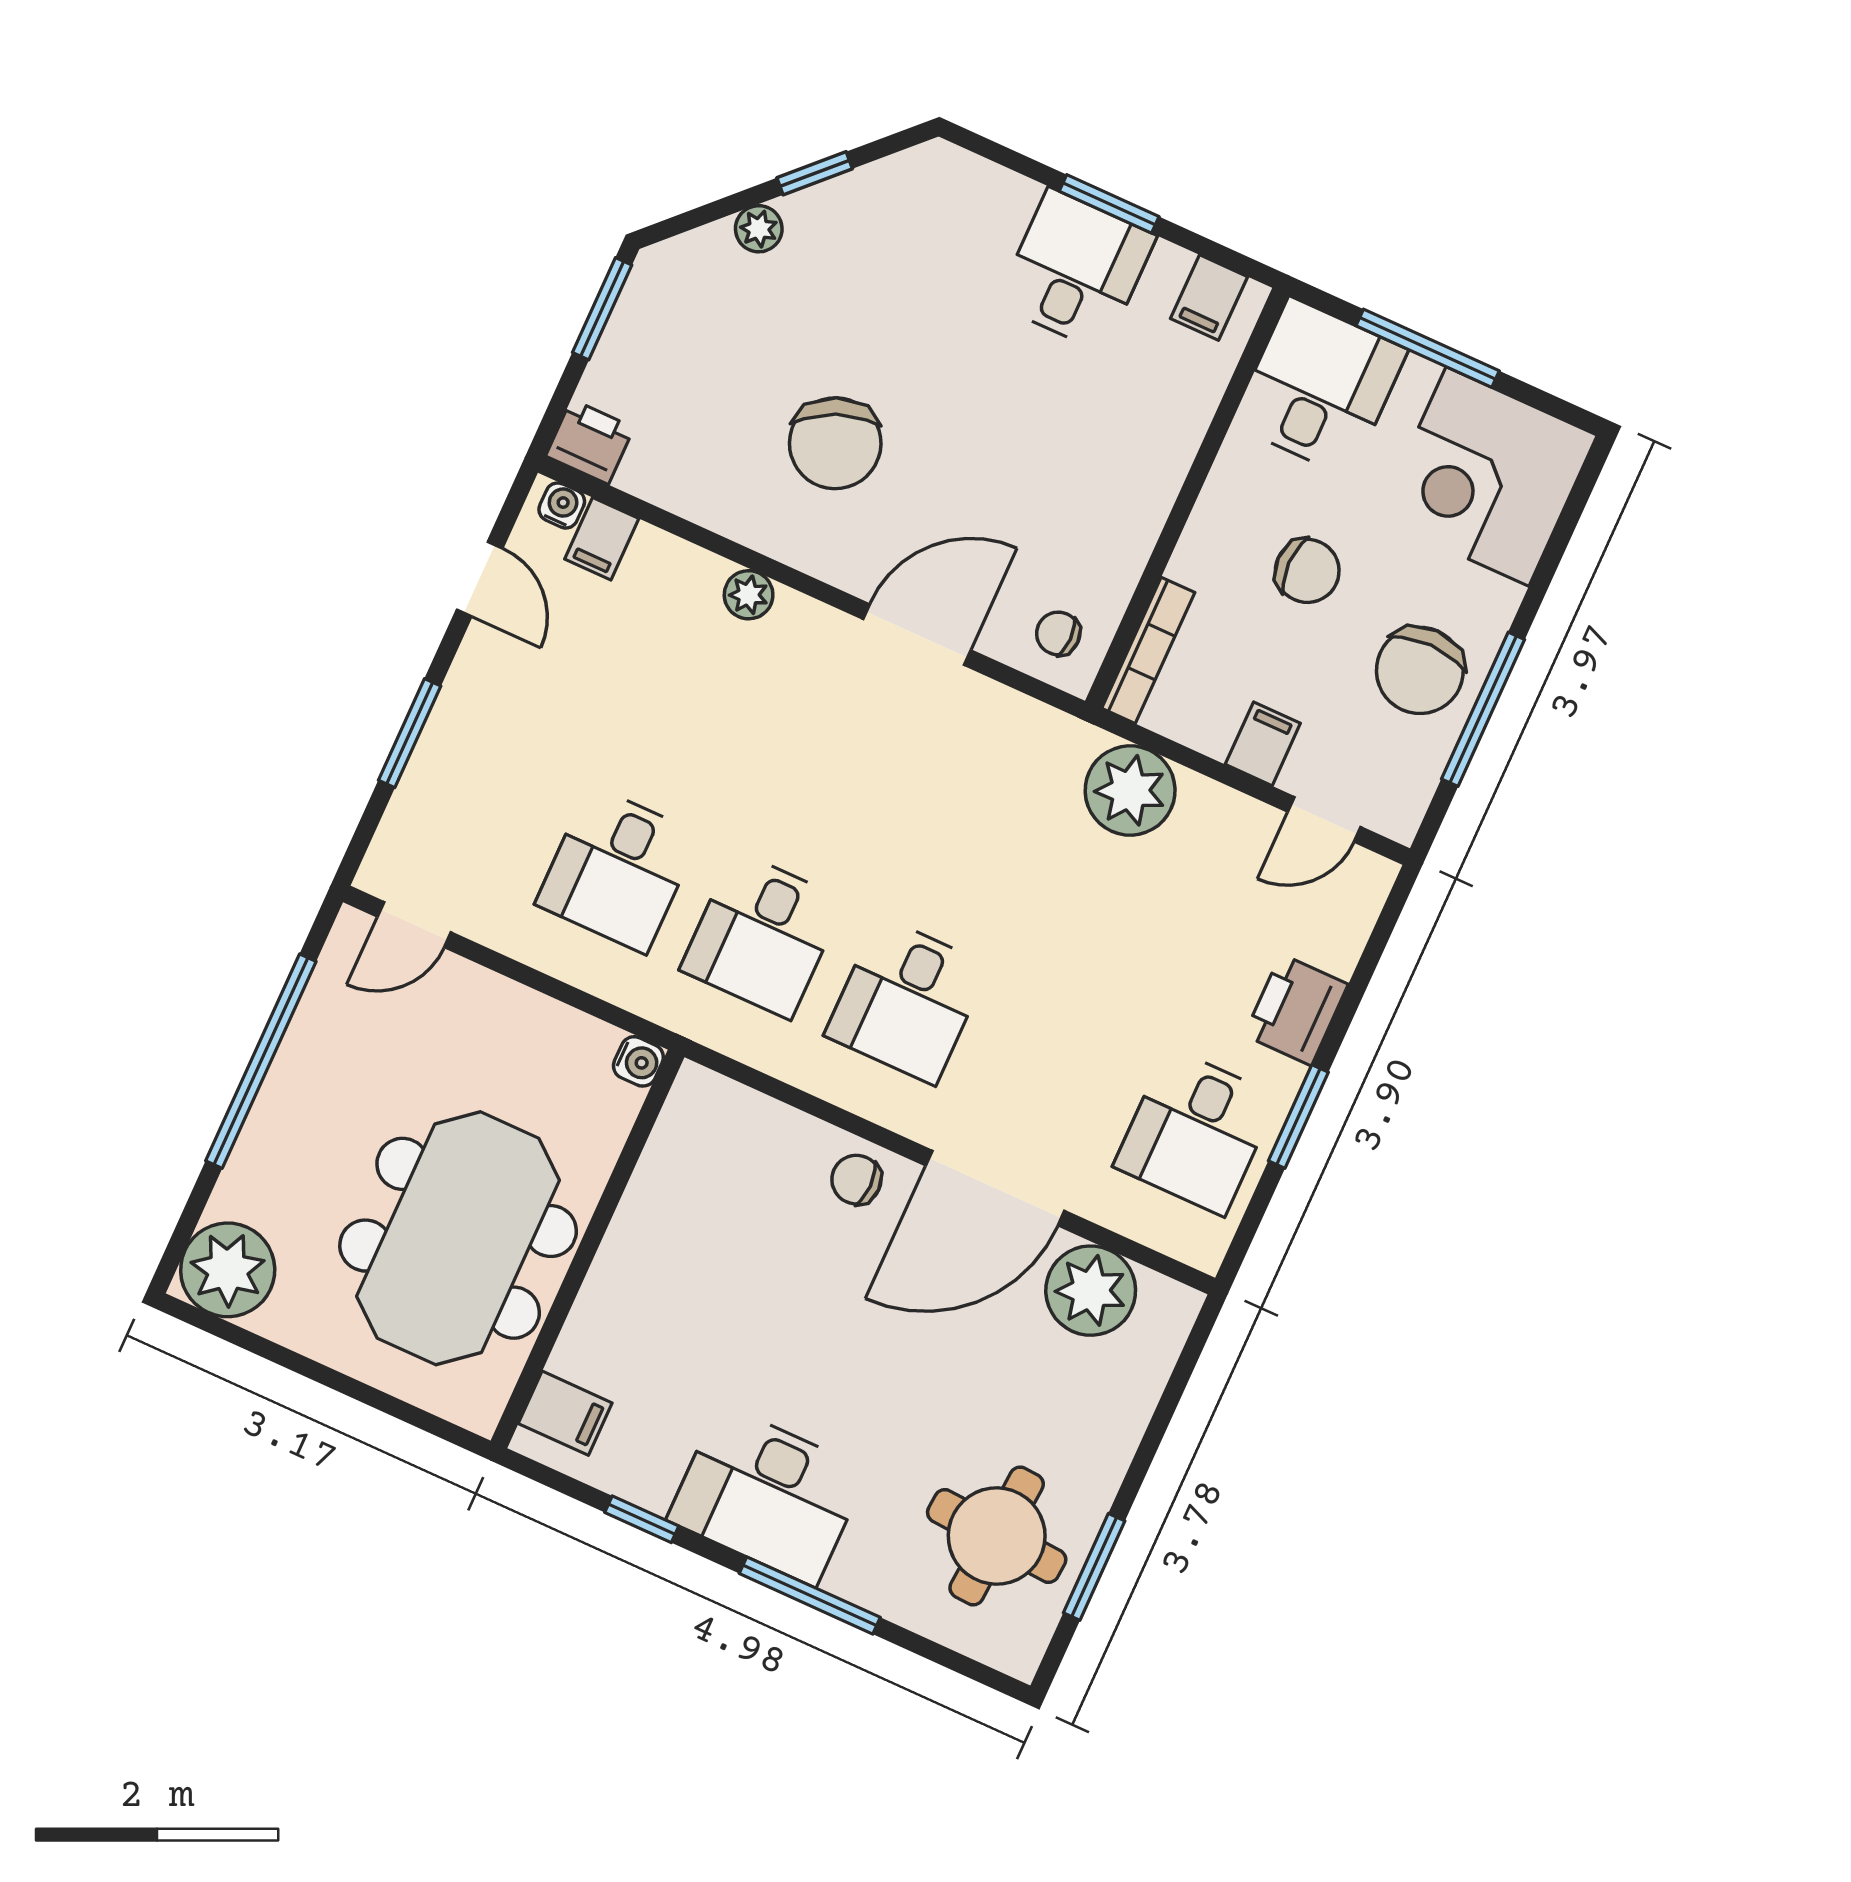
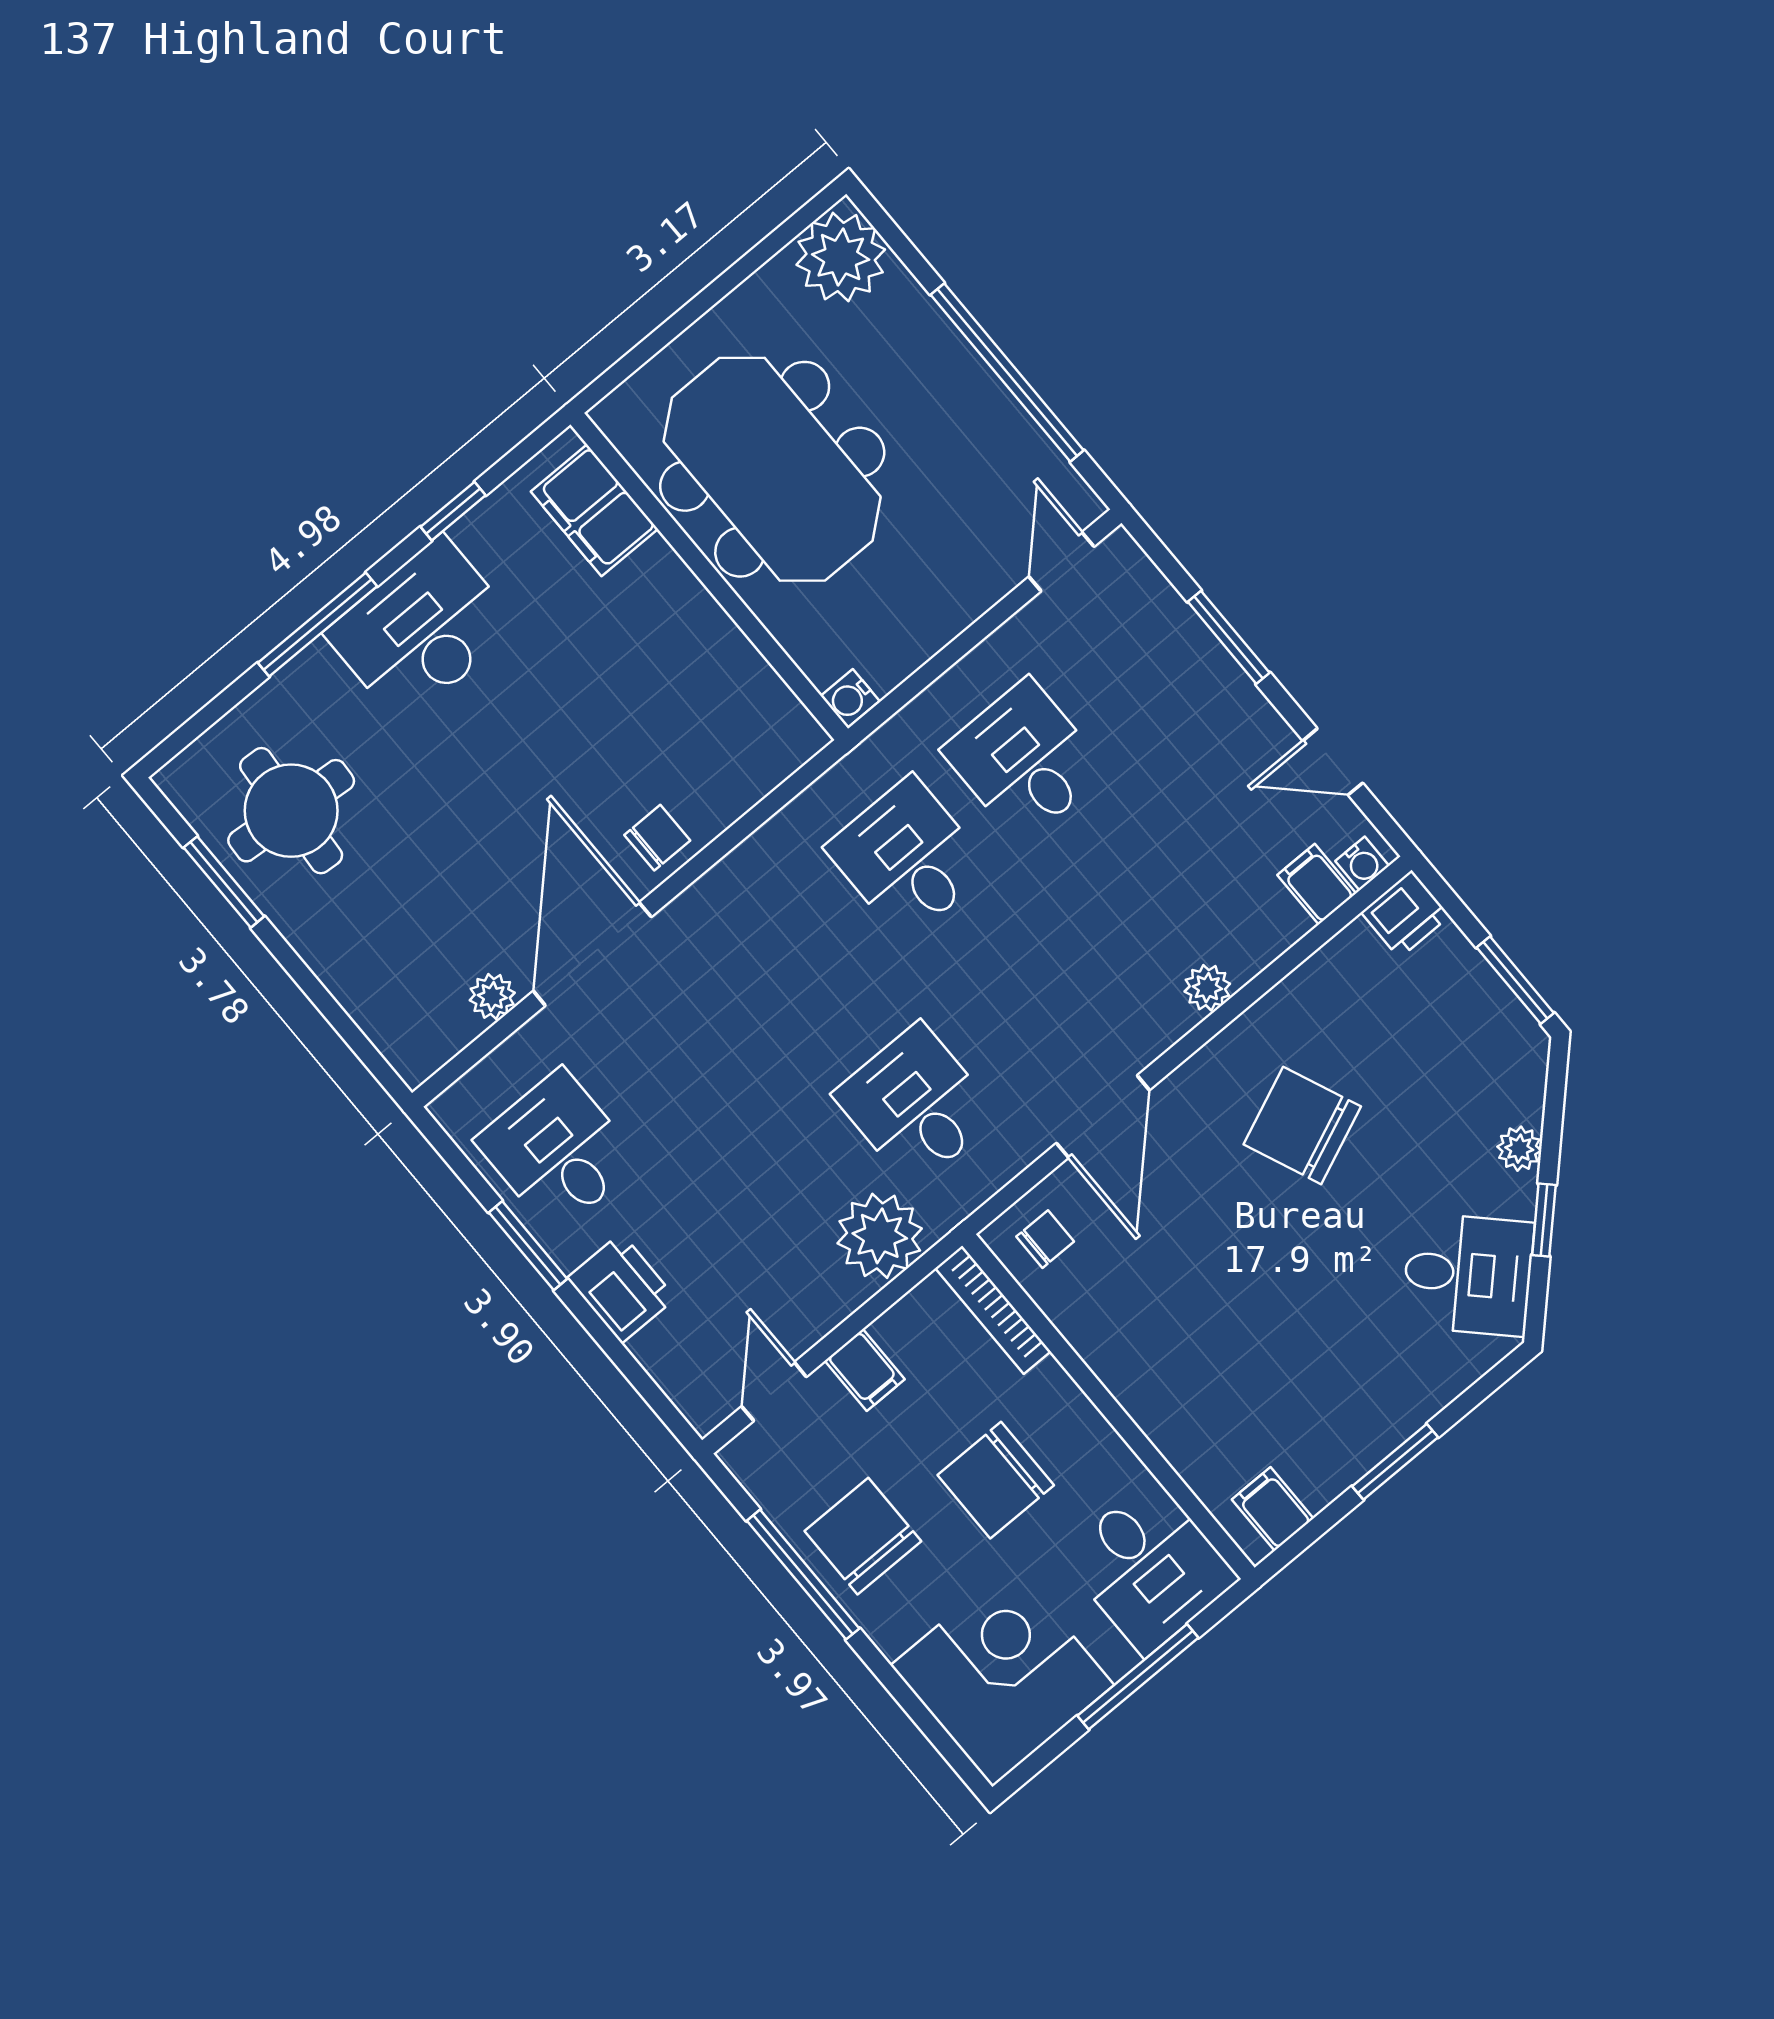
desk: (1076, 270) -> (1468, 1274), moved, turned -45
chair: (1307, 571) -> (996, 1480), width x1.37, depth x1.37
desk: (907, 1000) -> (916, 1105), moved
plant: (1091, 1291) -> (492, 996), width x0.53, depth x0.53
filing cabinet: (565, 1413) -> (594, 510), width x2.00

